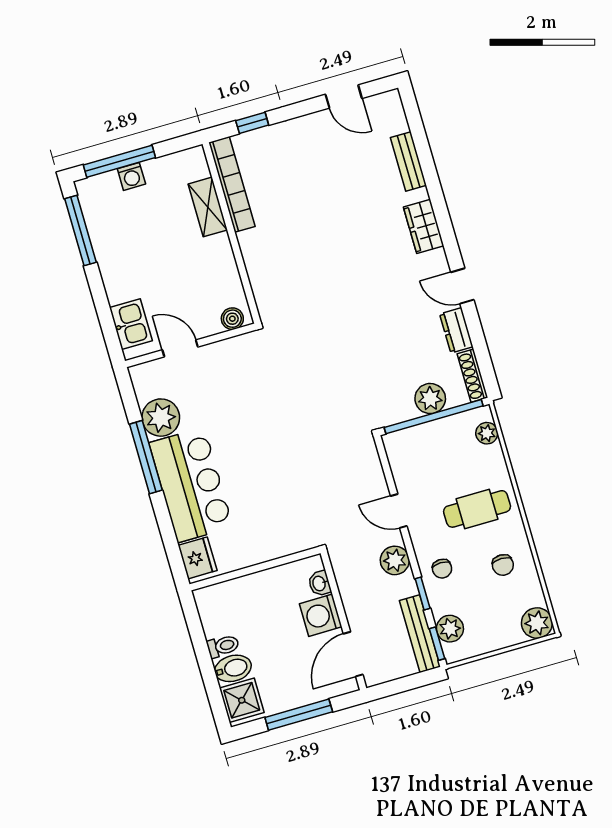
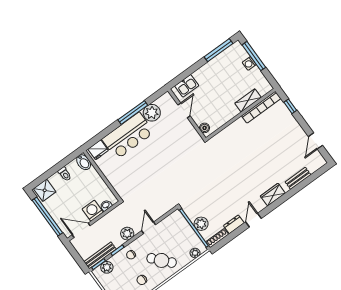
cafe table: (477, 509) -> (162, 260), turned -42
bidet: (233, 668) -> (84, 162), moved
window: (299, 715) -> (47, 217), width x1.46

